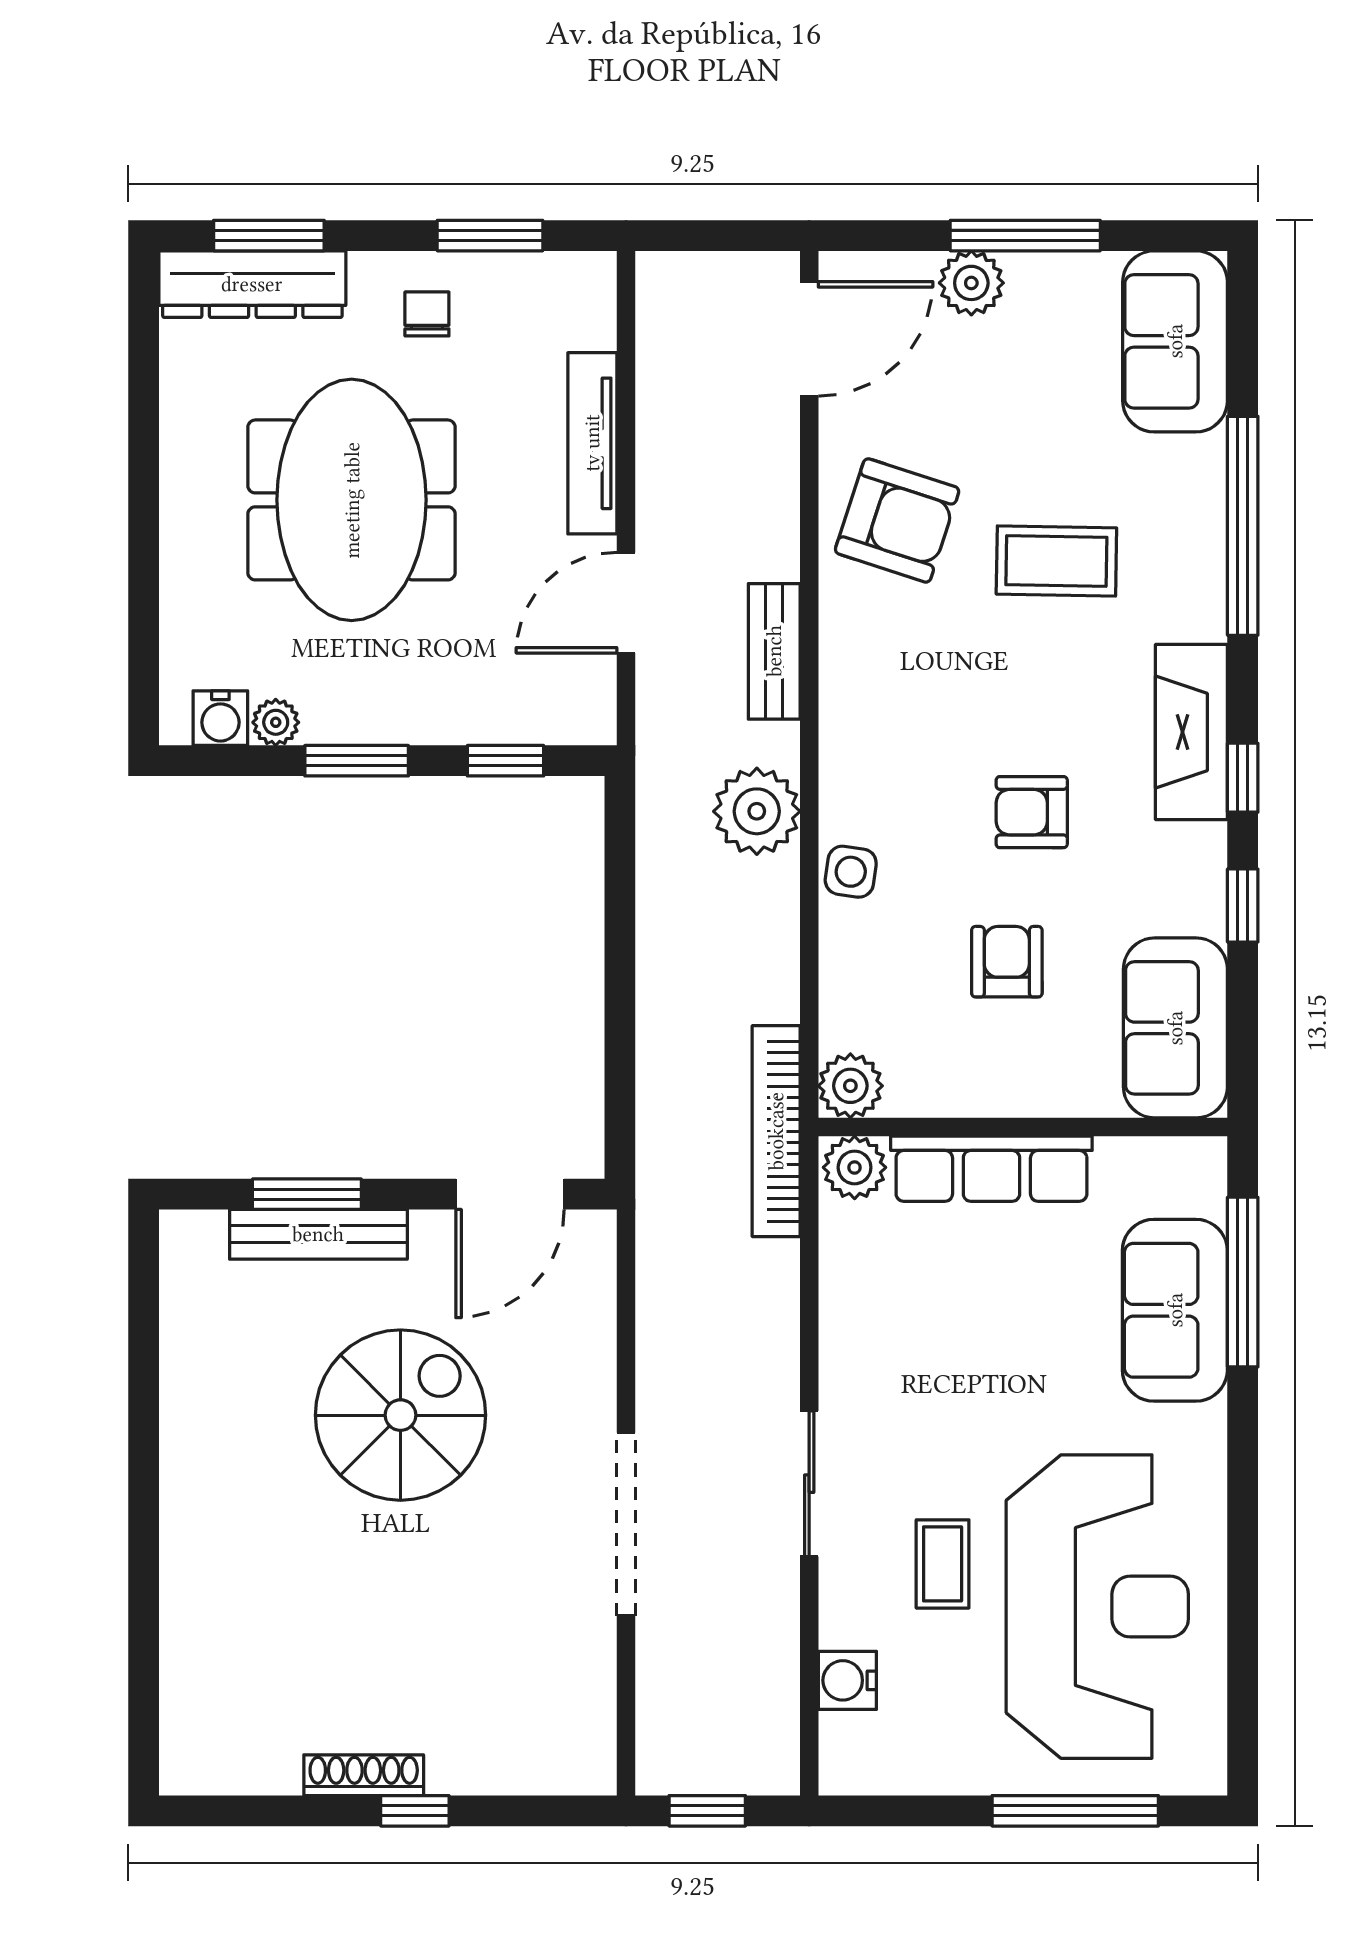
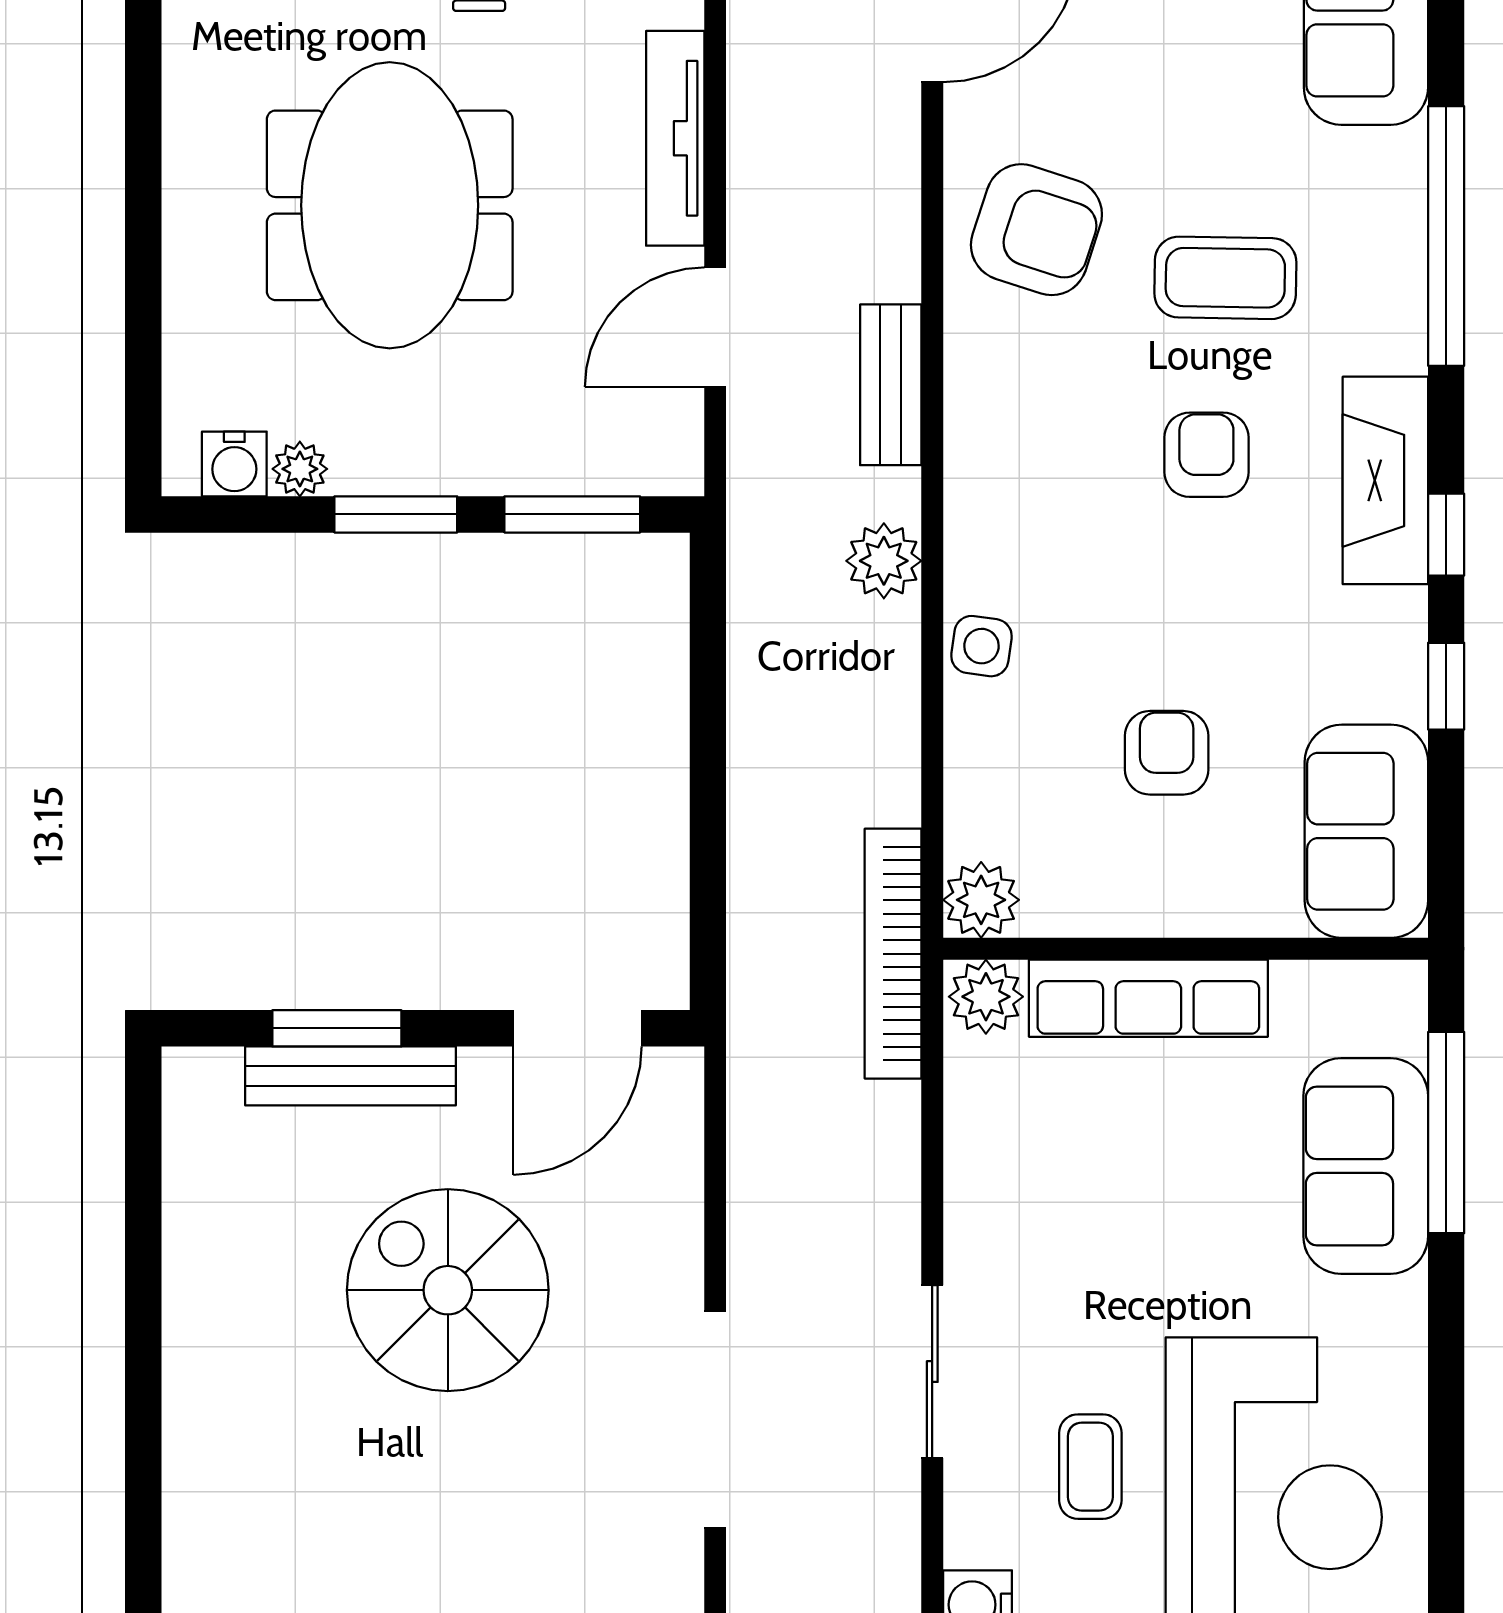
window: (506, 761) -> (572, 514), width x1.50
plant: (757, 811) -> (884, 561), width x0.73, depth x0.73
armchair: (1032, 812) -> (1206, 455), moved, turned 90
spiral stairs: (400, 1415) -> (448, 1290), turned -90

